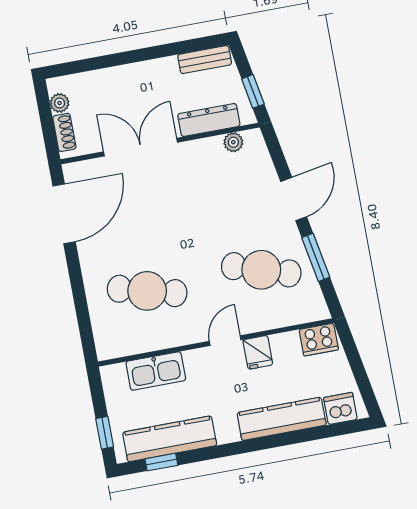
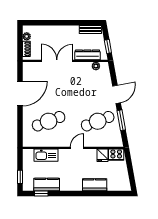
door: (64, 214) -> (20, 94), moved
cafe table: (261, 270) -> (98, 121), turned -39
cafe table: (147, 291) -> (49, 121), turned -36
fridge: (258, 352) -> (103, 155), moved
dishwasher: (340, 408) -> (120, 185), removed
kitchen counter: (282, 419) -> (95, 185), width x0.67
kitchen counter: (170, 439) -> (47, 184), width x0.67

